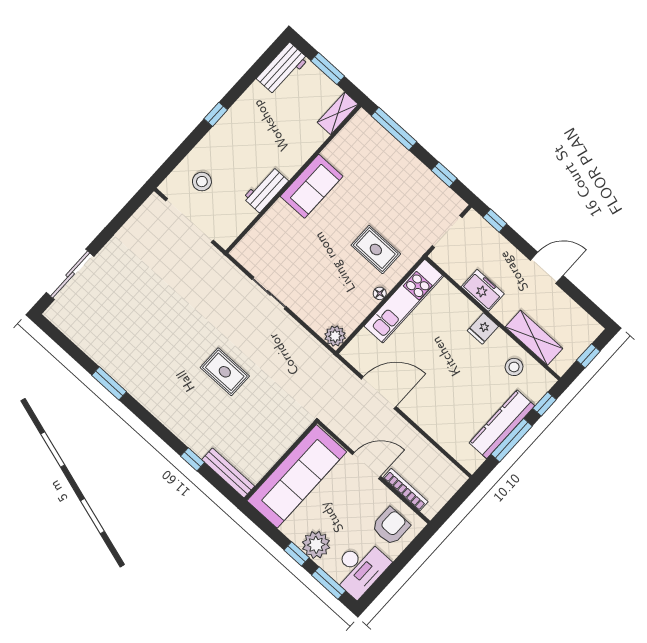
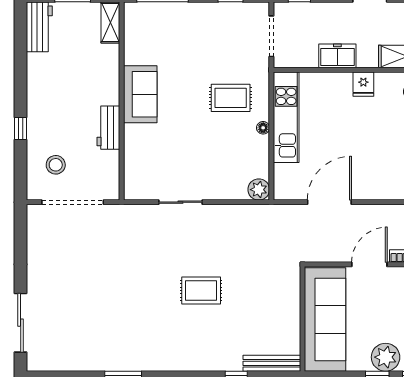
window: (216, 114) -> (21, 129), moved

